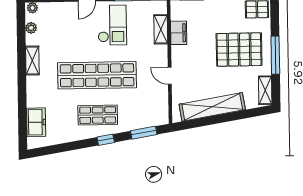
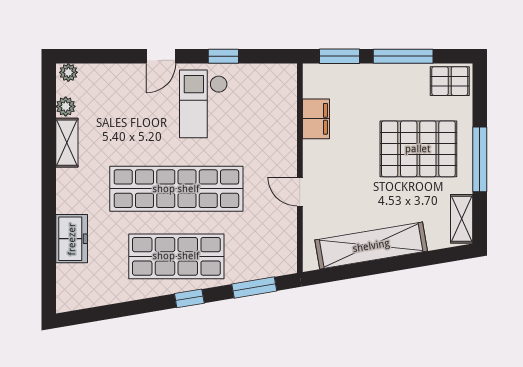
checkout: (112, 25) -> (203, 104), turned 180
shelving: (161, 29) -> (286, 112), removed
shelving: (32, 61) -> (67, 143), moved
shop shelf: (98, 115) -> (176, 256), width x1.43, depth x1.36
freezer: (36, 122) -> (72, 239), moved

